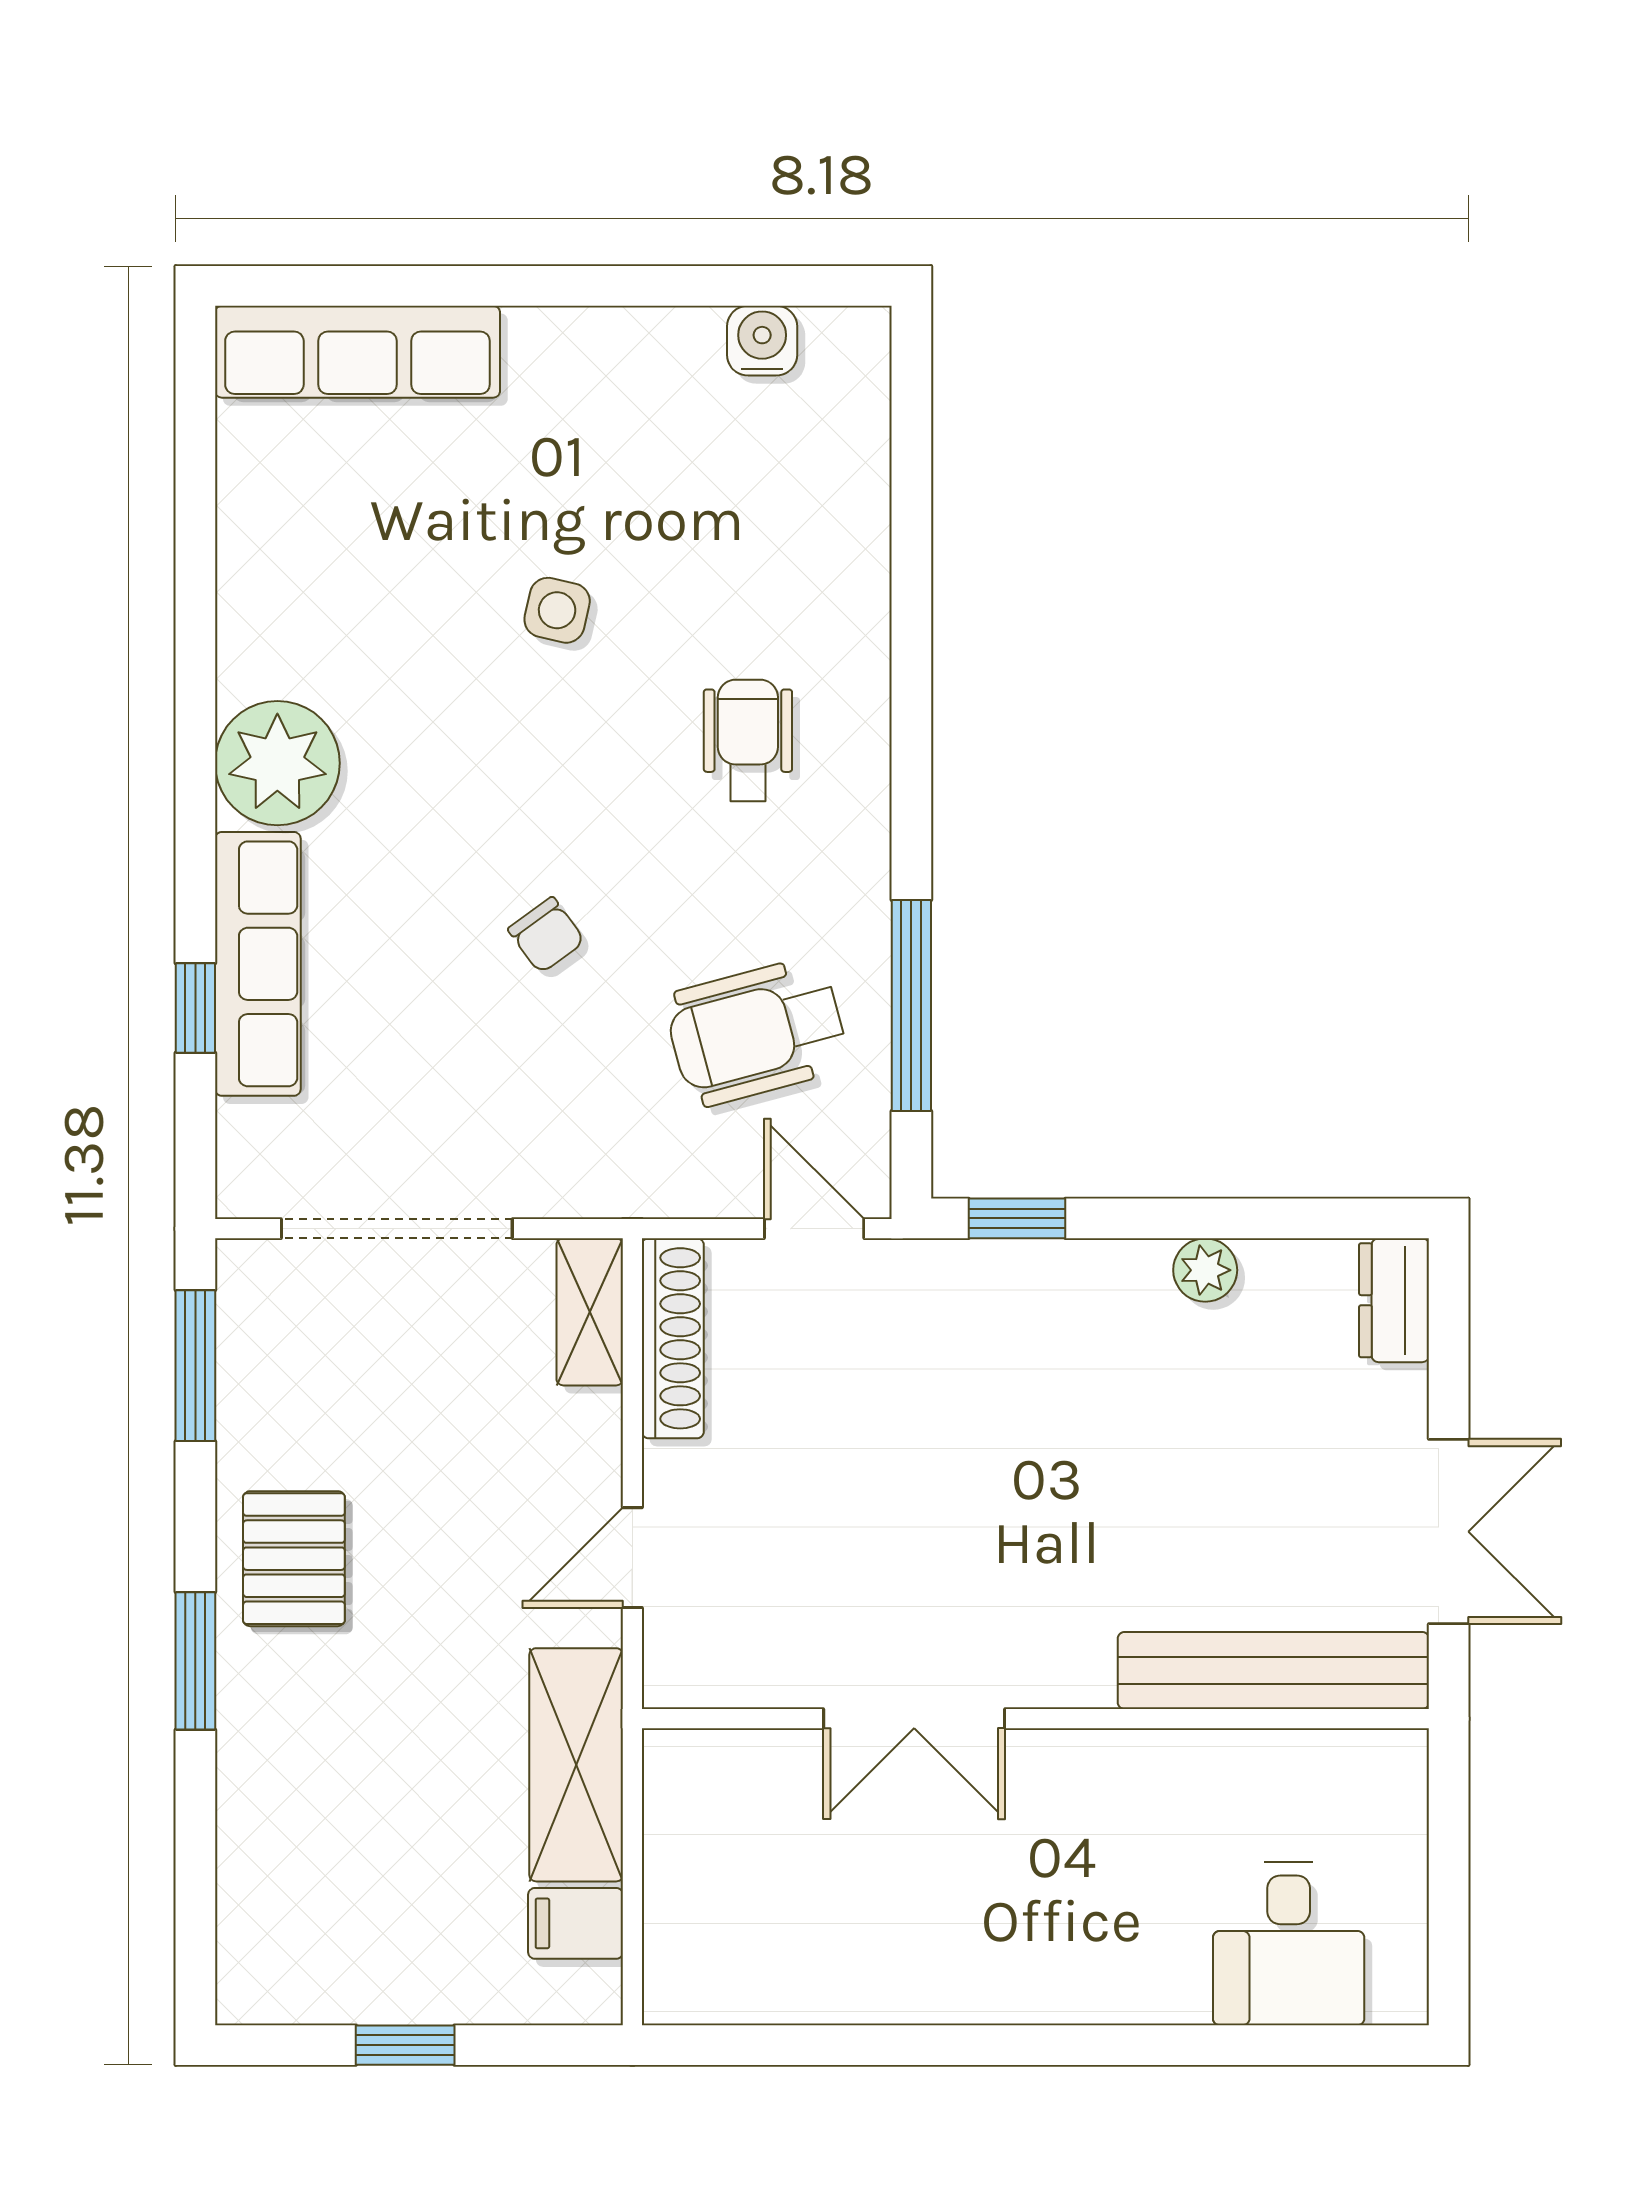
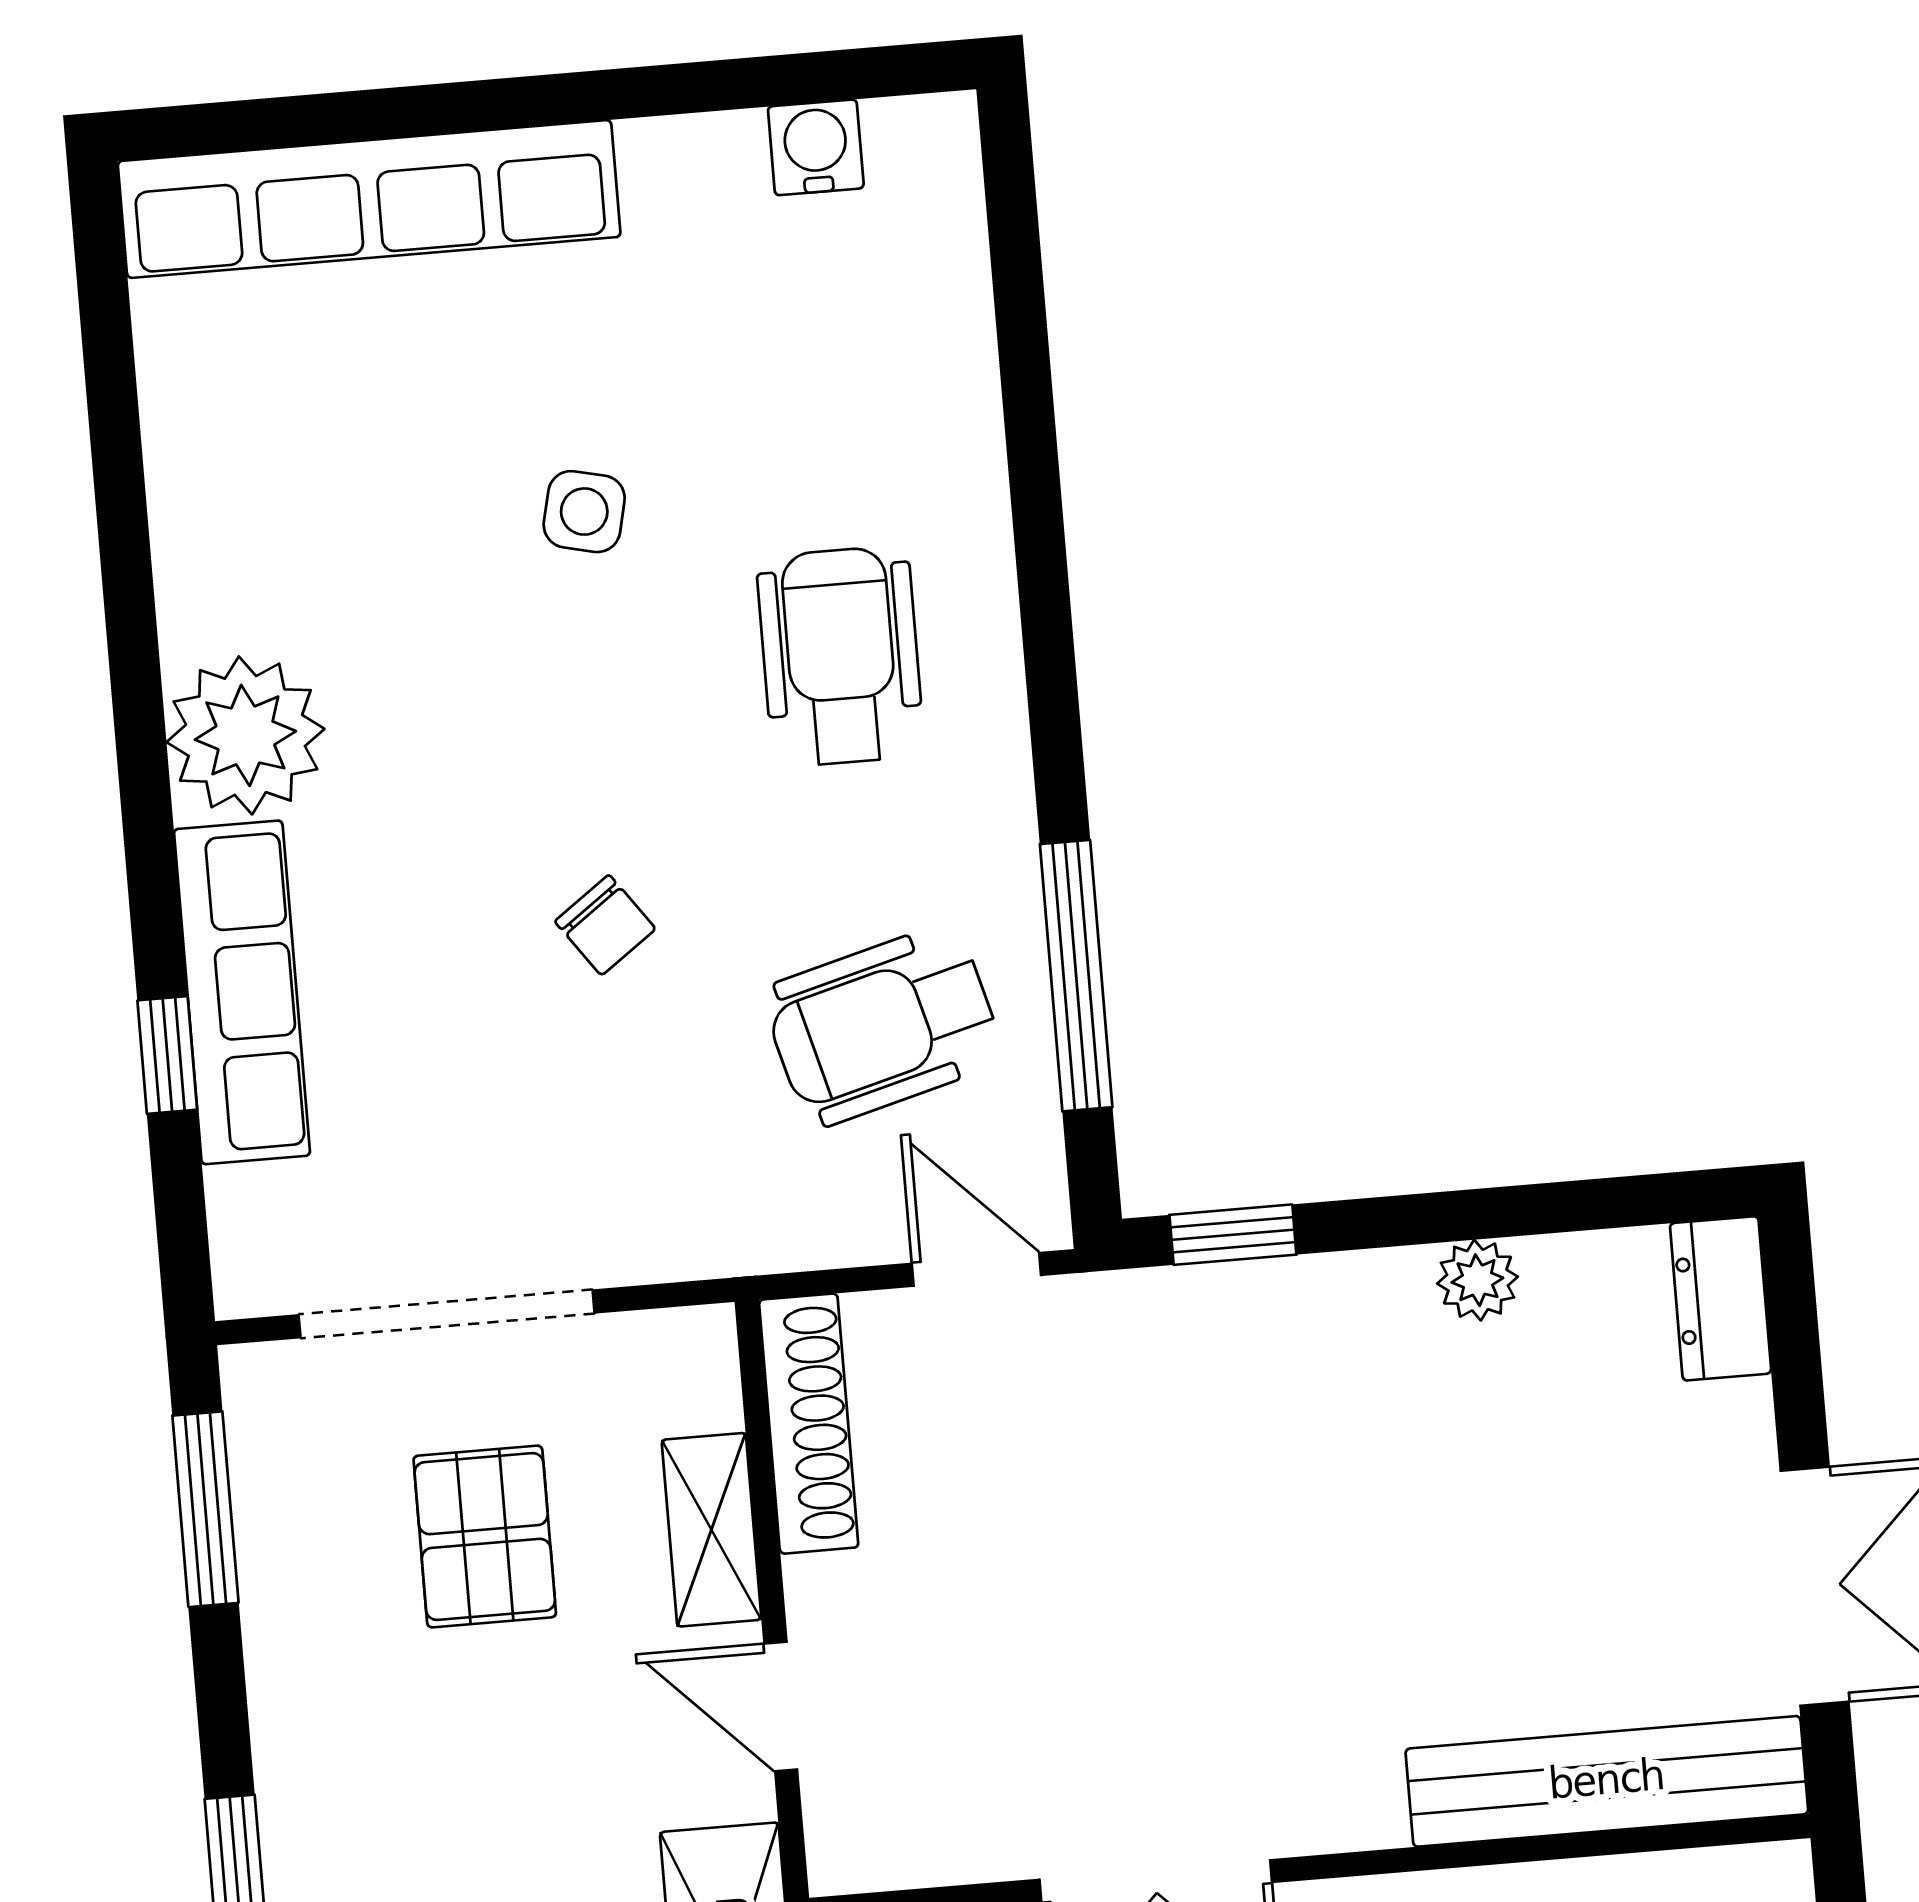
row of seats: (357, 352) -> (369, 199), width x1.36
wheelchair: (748, 740) -> (840, 656), width x1.36, depth x1.37
shelving: (590, 1312) -> (711, 1530), moved
door: (632, 1558) -> (781, 1707), hinge flipped
pallet: (294, 1559) -> (485, 1537), moved

